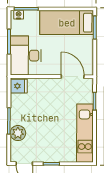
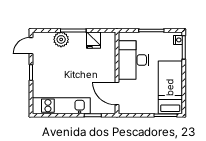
desk: (26, 56) -> (134, 60), moved, turned -90
door: (73, 77) -> (117, 93), swing flipped
fridge: (19, 86) -> (93, 40), moved

